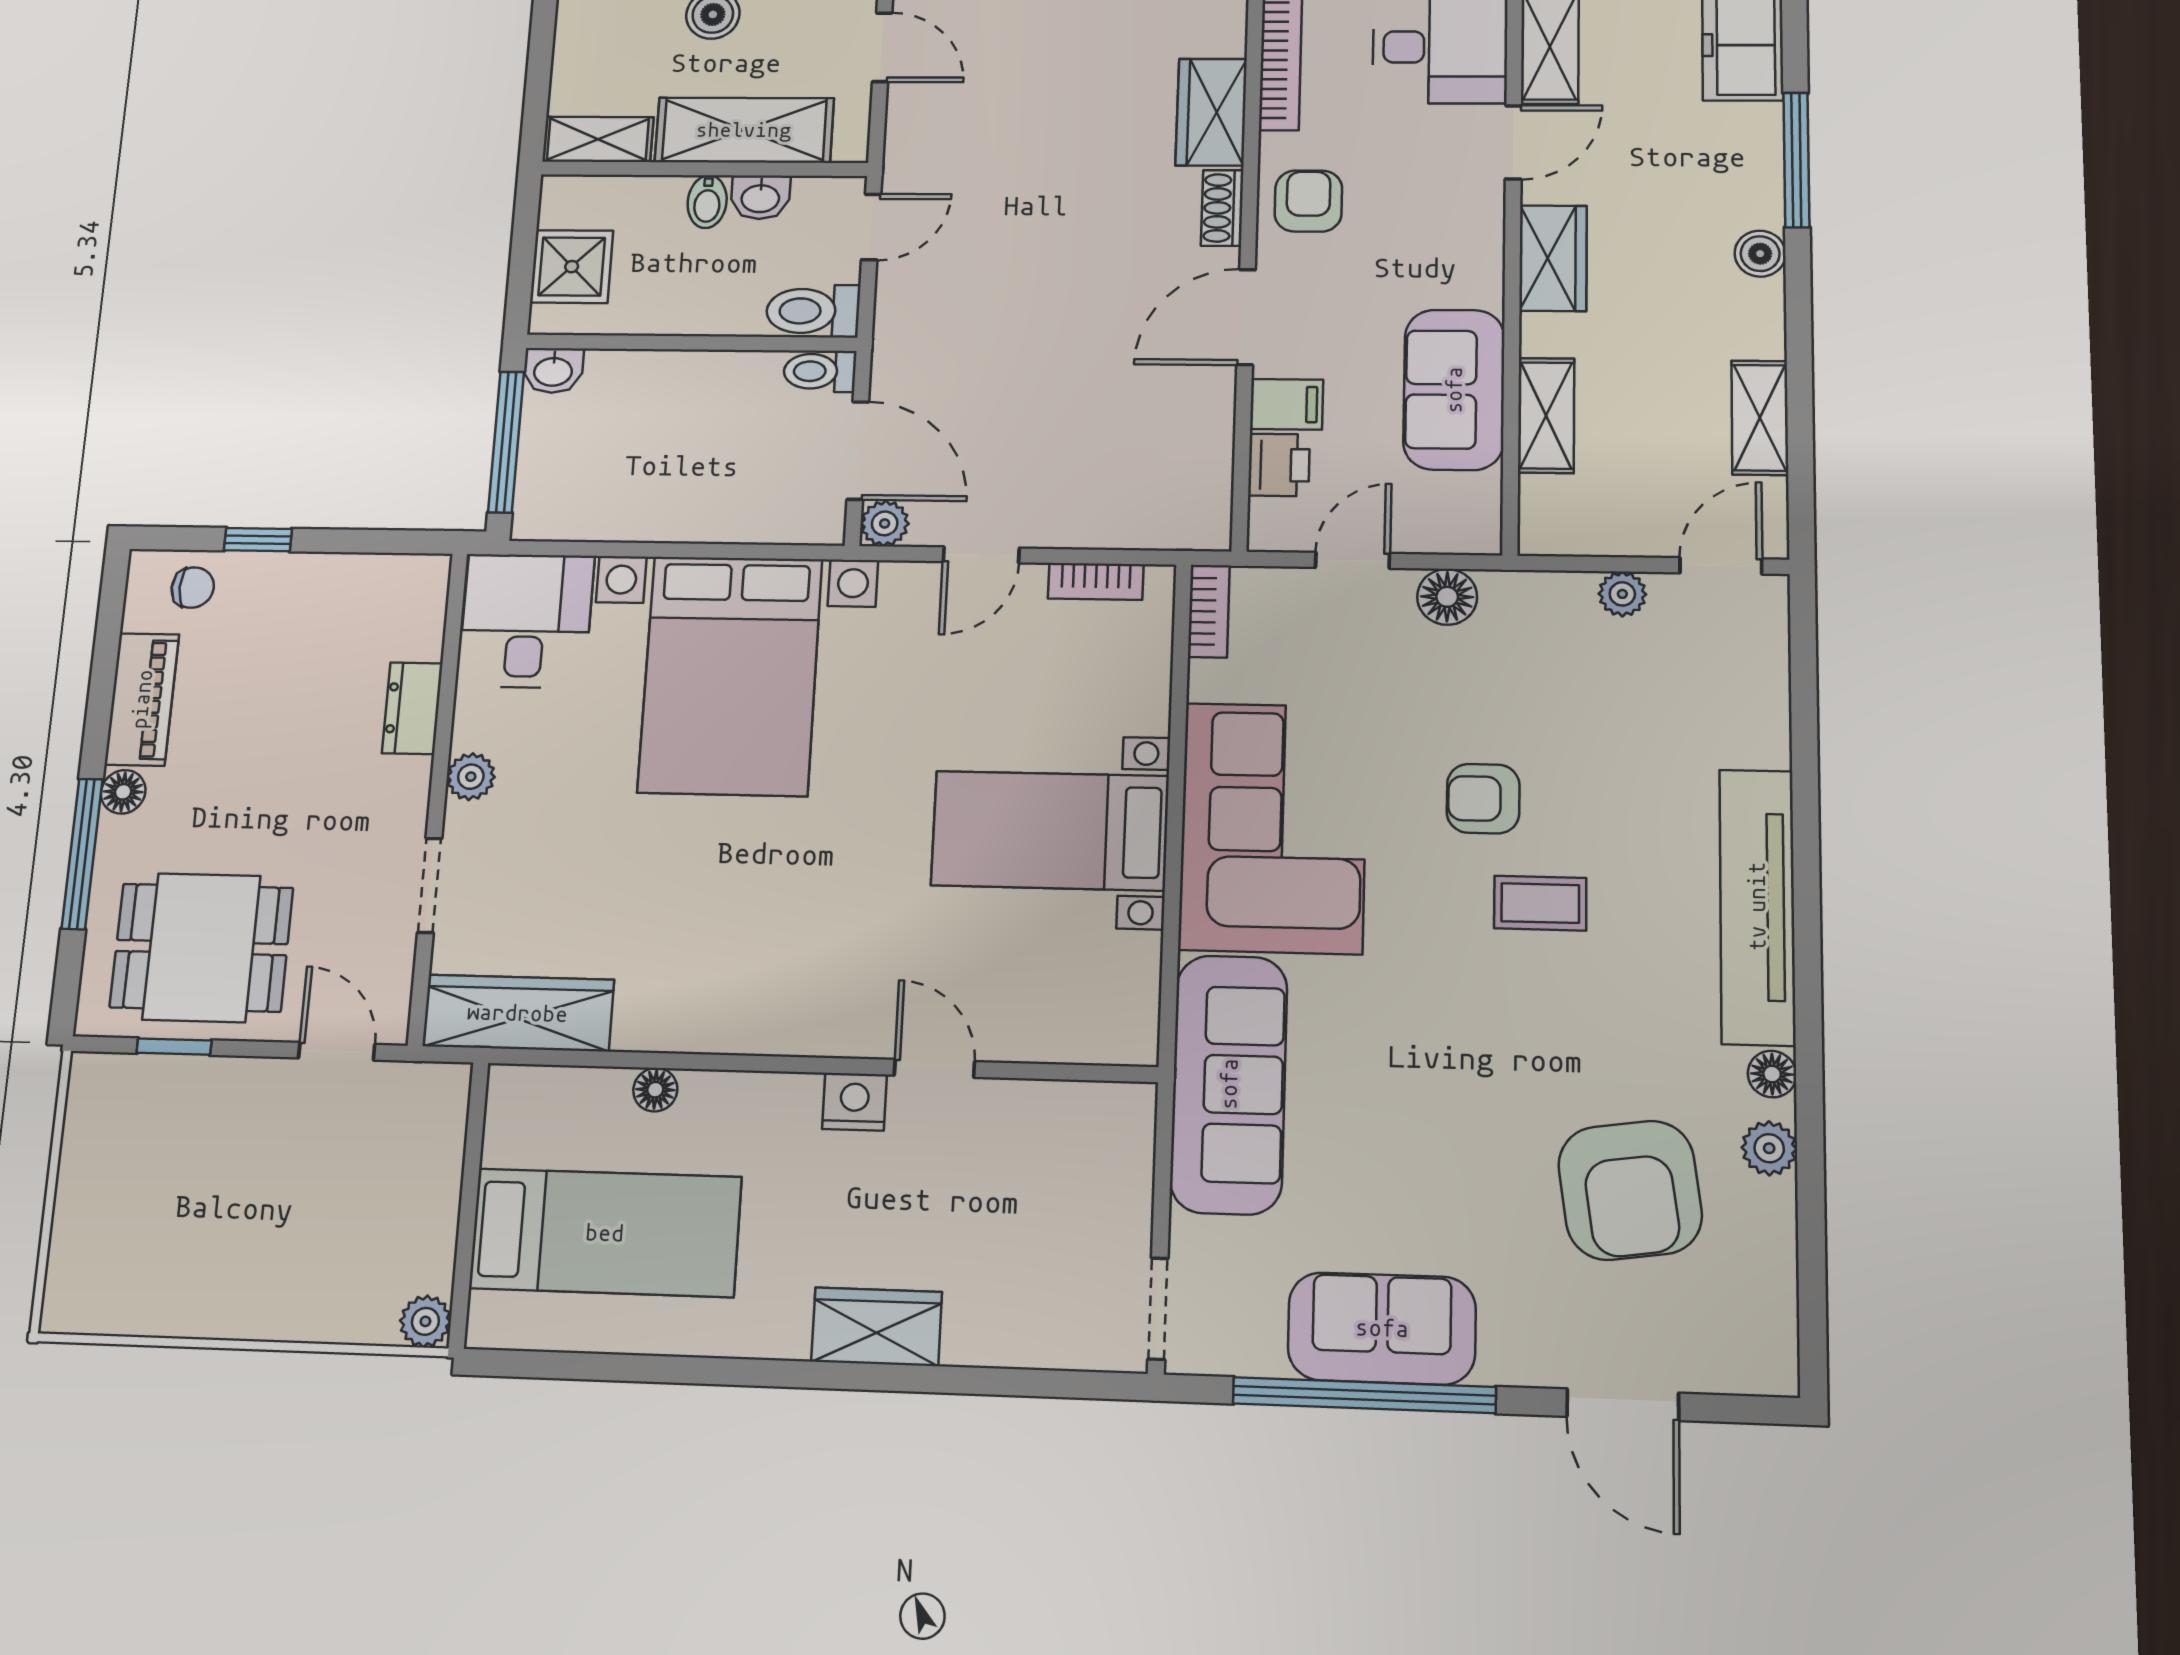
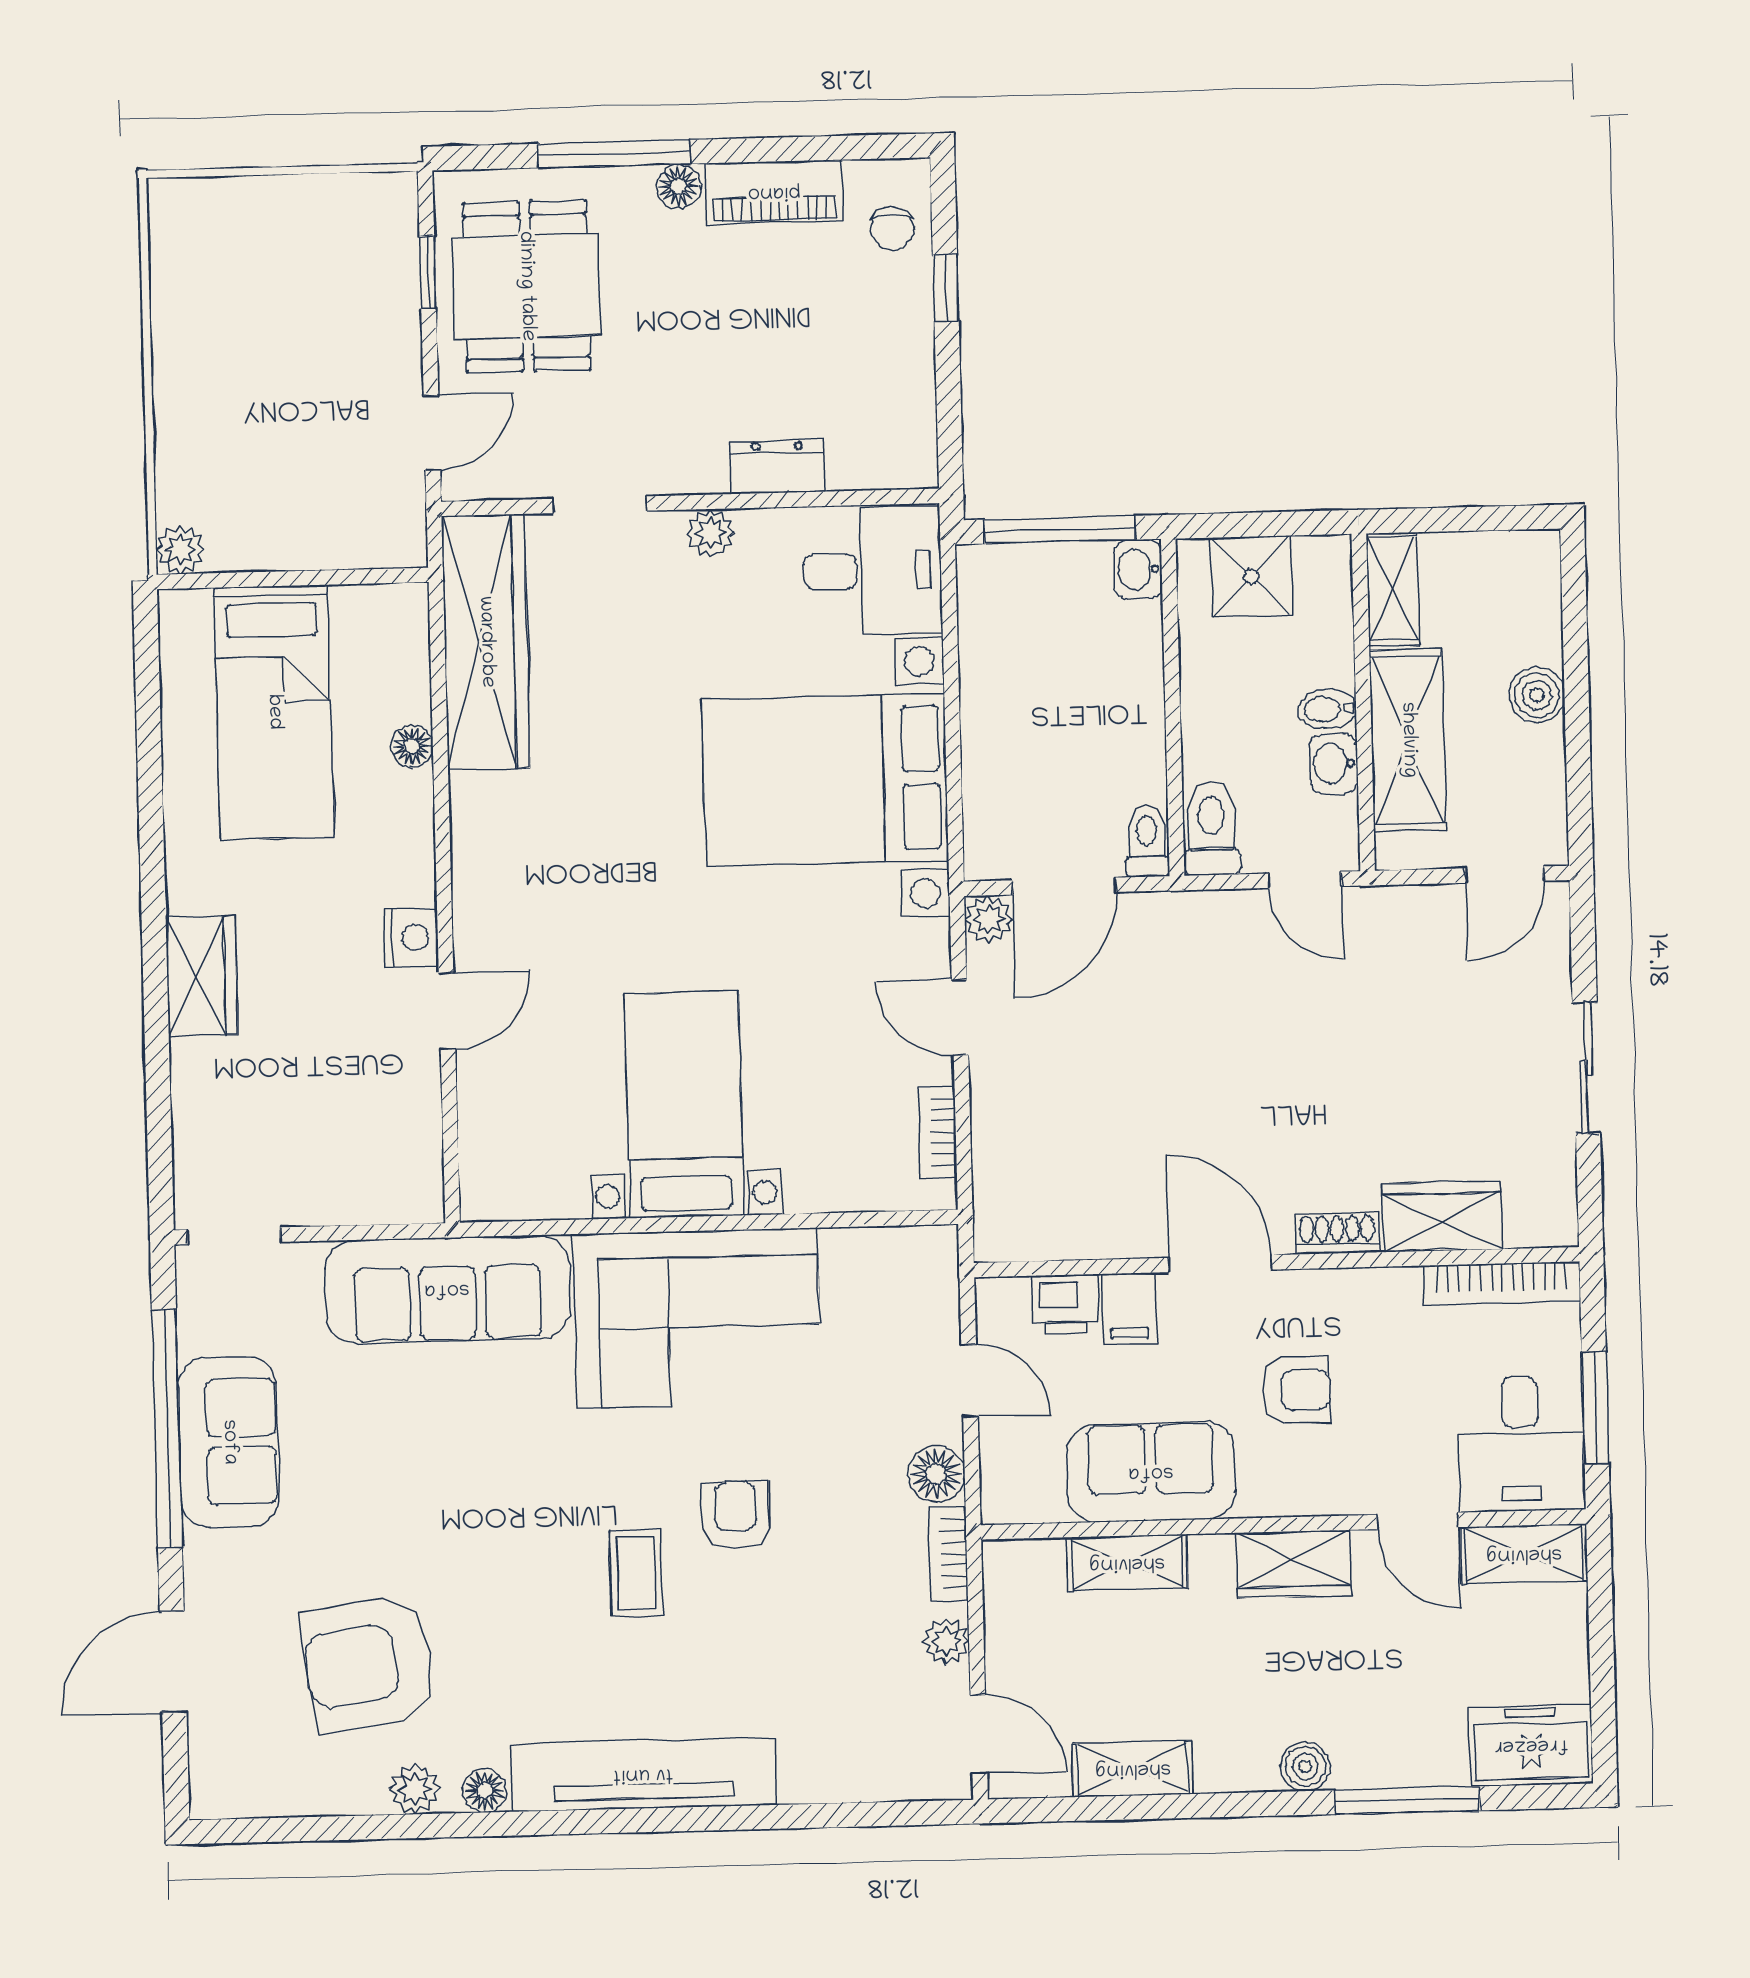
armchair: (1308, 201) -> (1296, 1390), moved
bookcase: (1209, 611) -> (948, 1554), moved, turned 90
wardrobe: (518, 1013) -> (486, 642), width x1.40, depth x1.17

